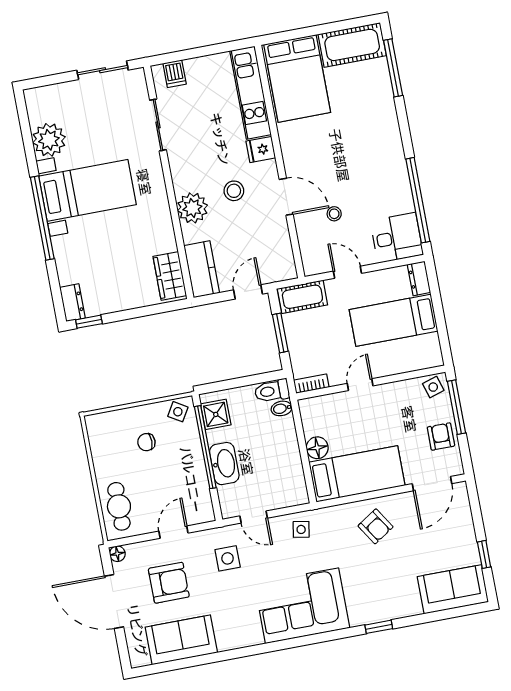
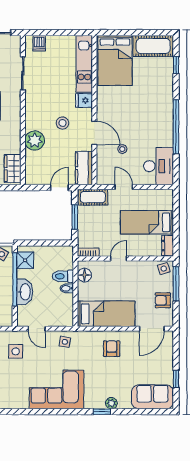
window: (393, 68) -> (176, 65), width x0.46
window: (418, 200) -> (176, 127), moved
plant: (192, 208) -> (35, 140), moved
desk: (397, 238) -> (158, 166), width x1.37
kitchen counter: (202, 269) -> (84, 168), moved, turned 180
dresser: (419, 278) -> (168, 245), moved
toilet: (272, 391) -> (63, 276), moved
bidet: (282, 408) -> (67, 288), moved
armchair: (441, 436) -> (163, 300), turned -90
floor lamp: (317, 448) -> (84, 275), moved
armchair: (376, 526) -> (112, 349), turned -147
plant: (391, 611) -> (111, 403), added

